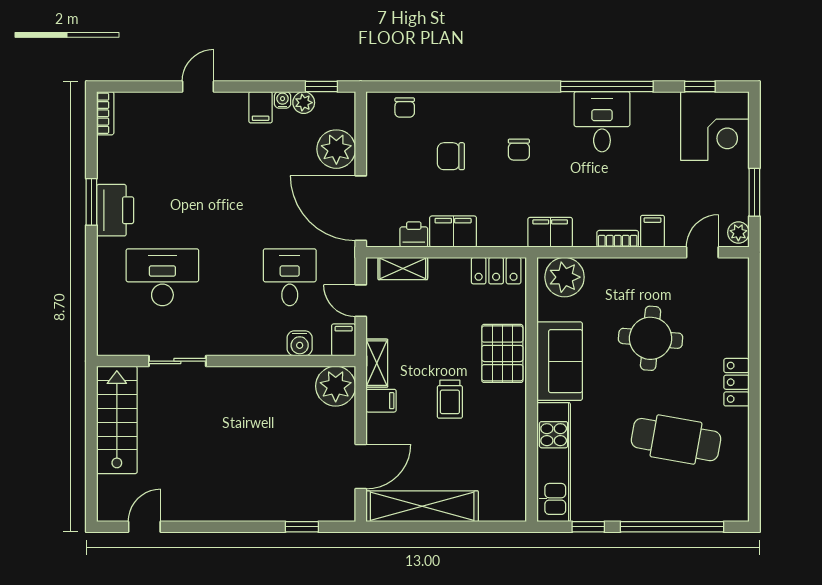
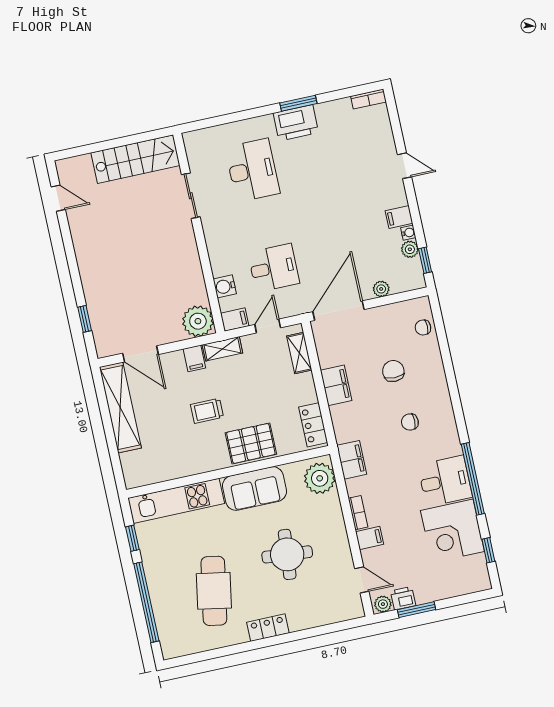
corner desk: (715, 126) -> (452, 531), moved
plant: (336, 149) -> (381, 289), width x0.53, depth x0.53
printer: (414, 234) -> (403, 598), moved, turned -90

